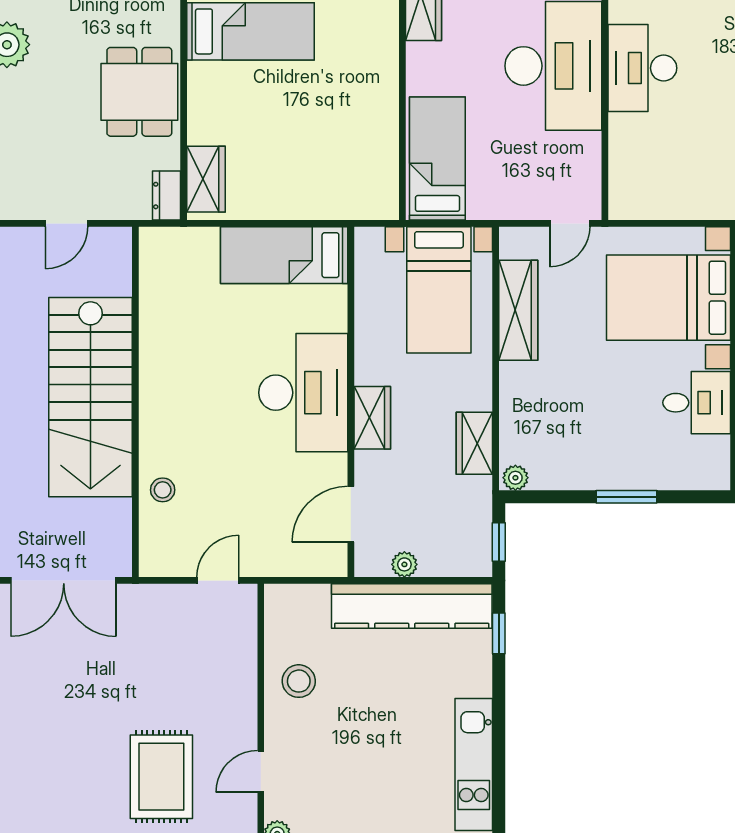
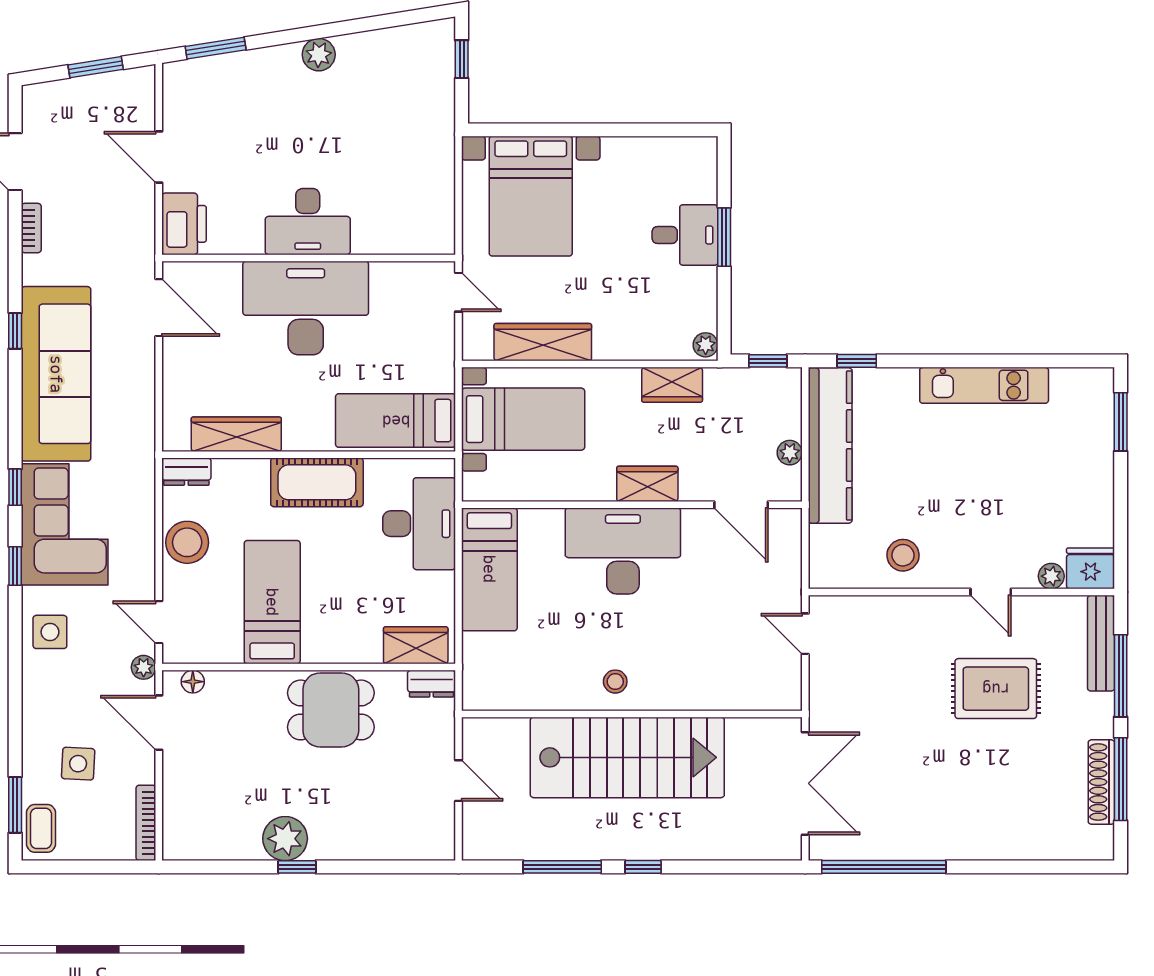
cot: (374, 77) -> (317, 482), added
desk: (331, 183) -> (419, 524), added
desk: (697, 403) -> (685, 235), moved, turned 90
stool: (163, 490) -> (615, 682), moved

